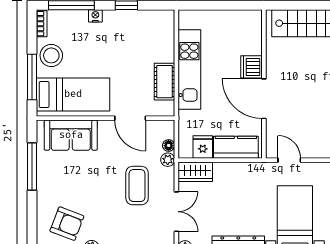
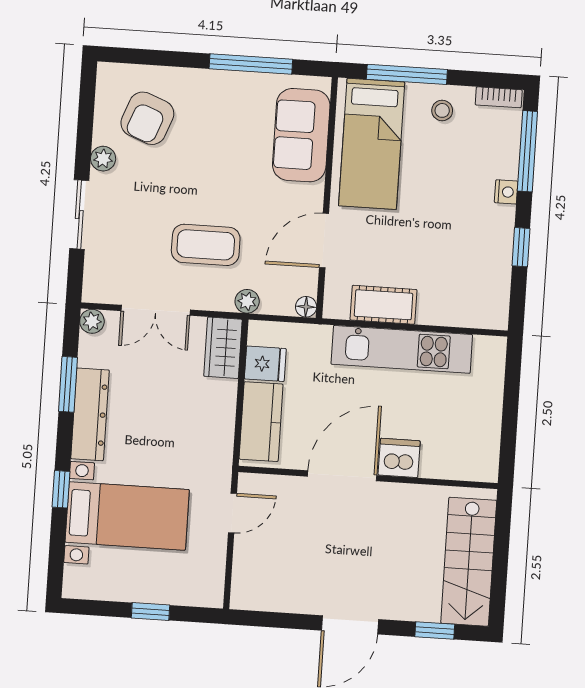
stool: (51, 55) -> (442, 110), width x0.53, depth x0.53
floor lamp: (169, 145) -> (306, 307), moved

